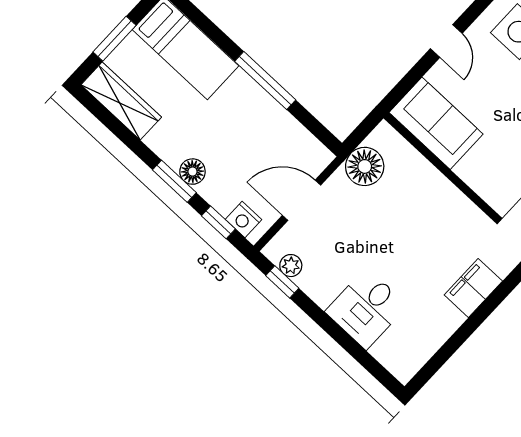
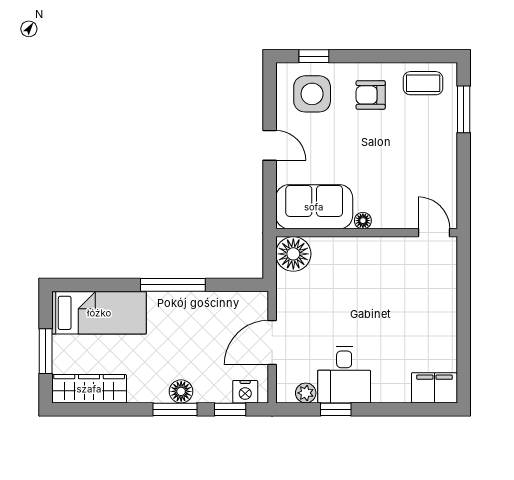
floor lamp: (365, 166) -> (293, 254), moved
floor lamp: (465, 171) -> (363, 221), added
window: (282, 282) -> (336, 409), moved
filing cabinet: (473, 288) -> (434, 388), moved, turned 90
desk: (366, 309) -> (344, 375), moved

